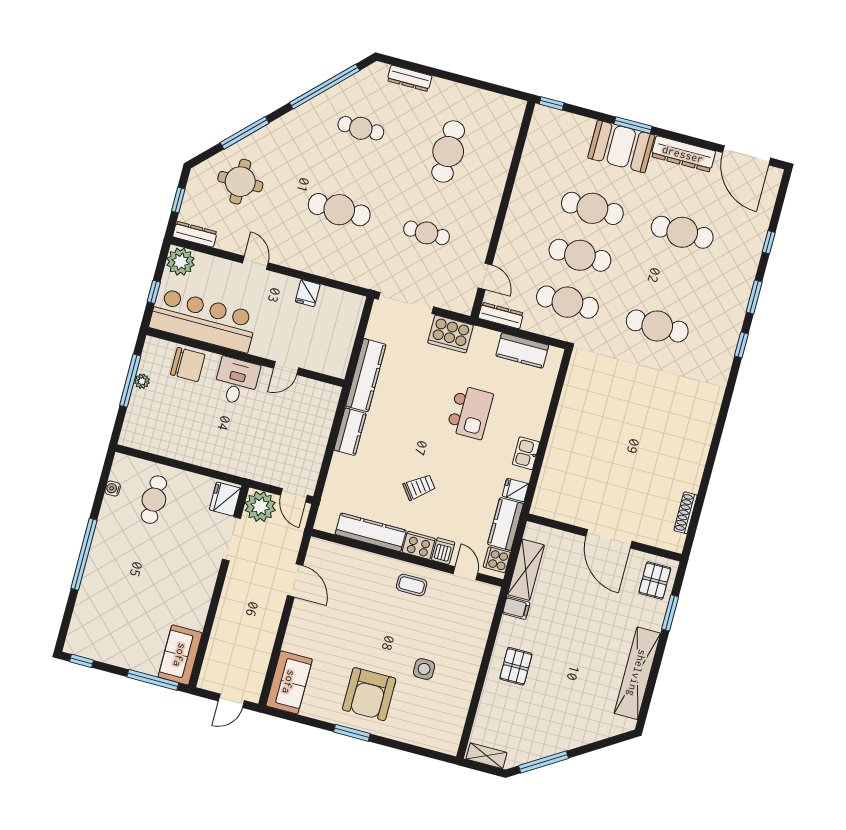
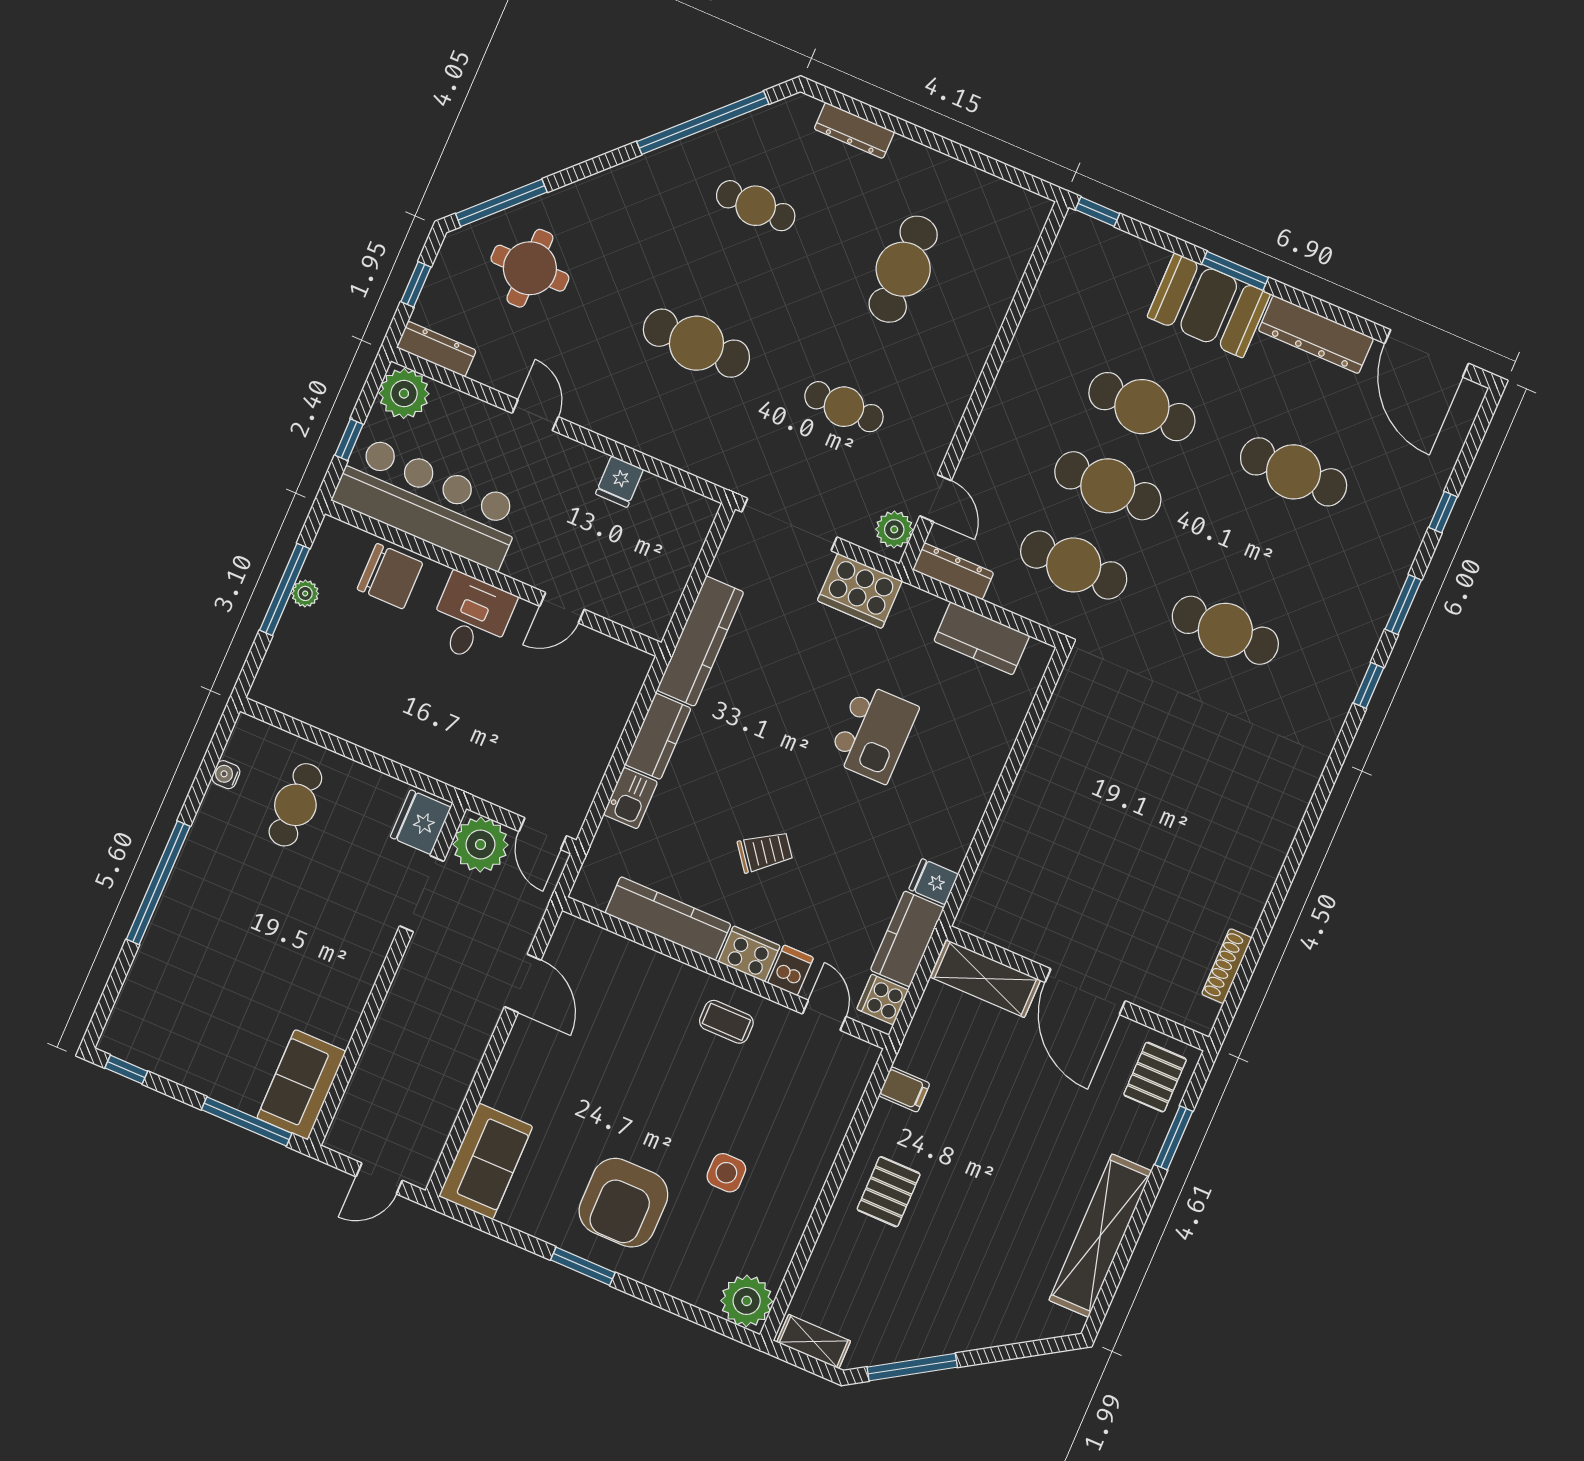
window: (245, 133) -> (501, 203), moved
plant: (465, 297) -> (894, 529), added
kitchen sink: (526, 453) -> (630, 798), moved, turned 180
shelving: (526, 570) -> (985, 979), moved, turned 90
plant: (446, 739) -> (747, 1301), added

